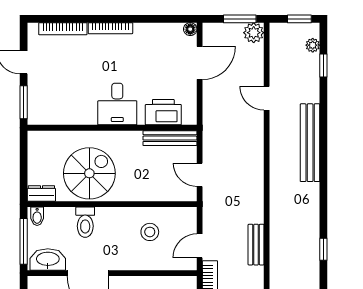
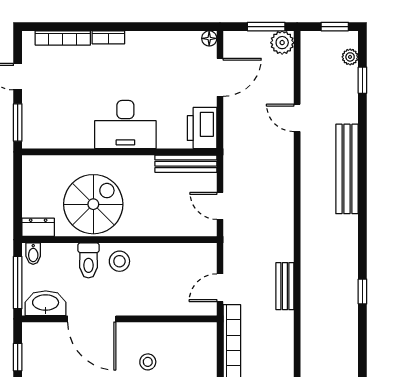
bookcase: (110, 28) -> (108, 37), width x0.64
desk: (117, 104) -> (125, 125), width x1.37
printer: (163, 112) -> (202, 128), moved, turned -90
stool: (150, 232) -> (119, 261), moved

